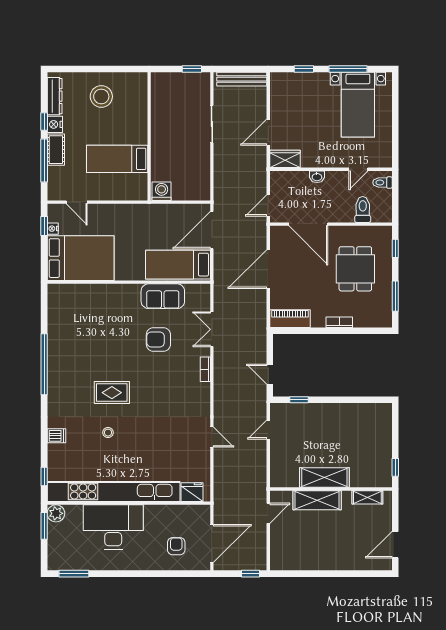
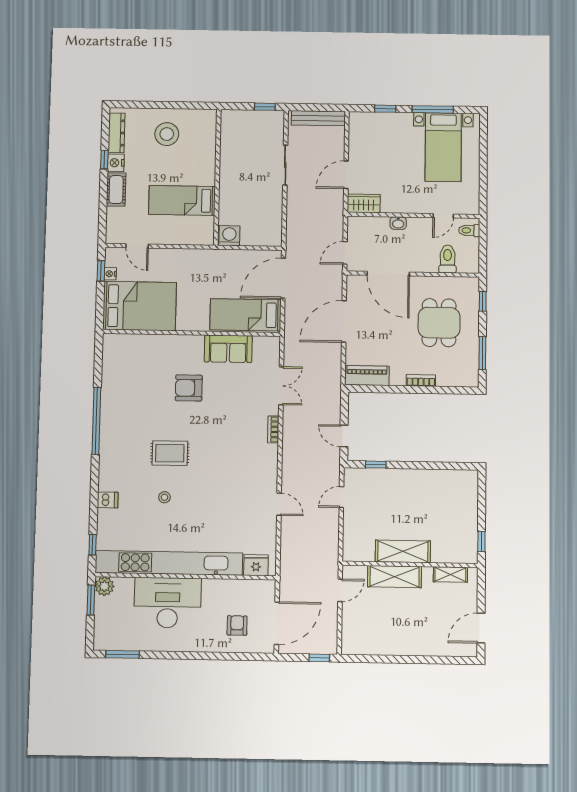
window: (44, 160) -> (103, 201), removed
double door: (212, 329) -> (281, 386), swing flipped
armchair: (158, 339) -> (189, 388), moved

